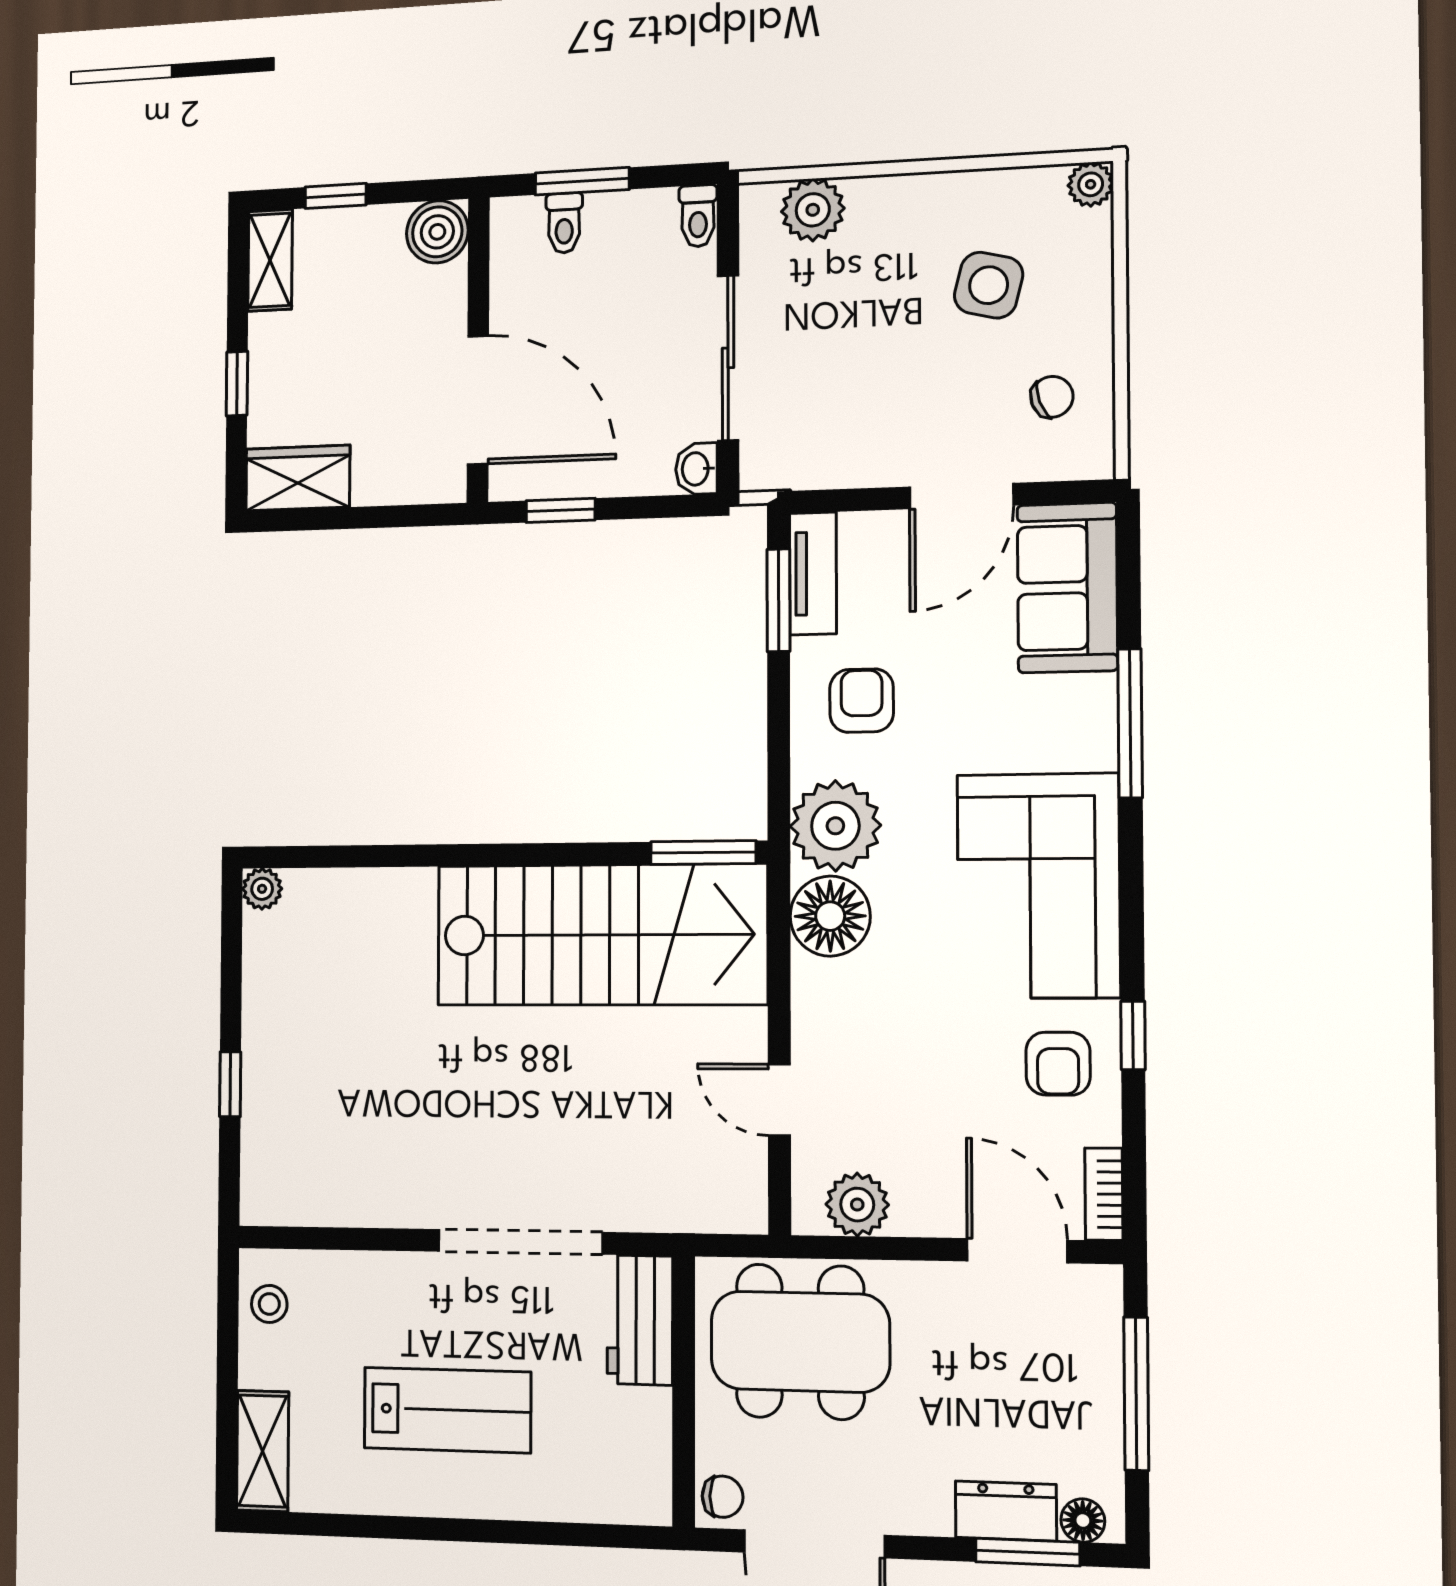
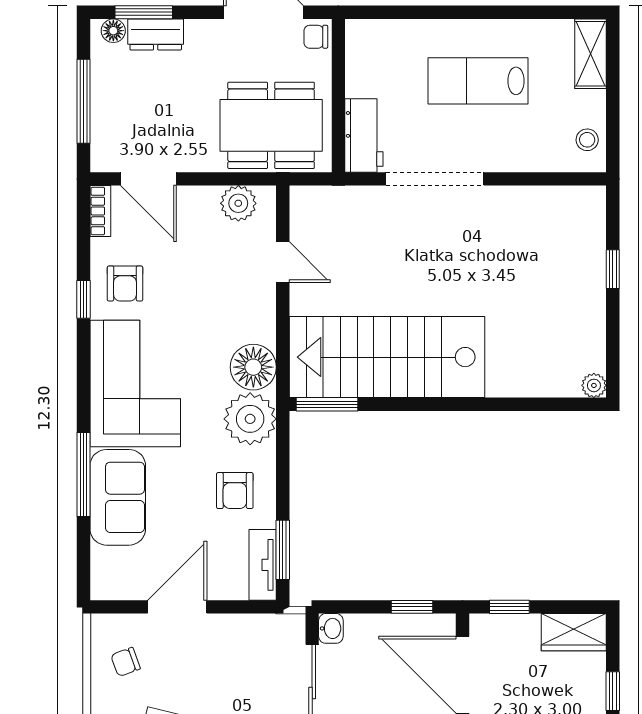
window: (401, 516) -> (509, 607), added
sofa: (1067, 588) -> (118, 497), moved
armchair: (1058, 1064) -> (125, 284), turned 180

